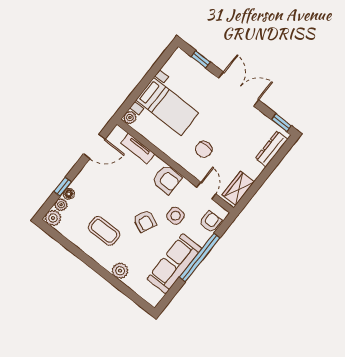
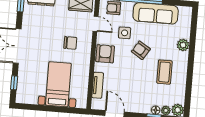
plant: (130, 118) -> (81, 103), removed
door: (206, 191) -> (95, 24), swing flipped
armchair: (145, 221) -> (141, 50), turned -83

